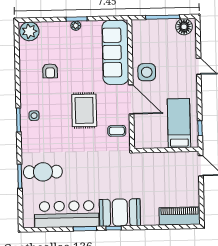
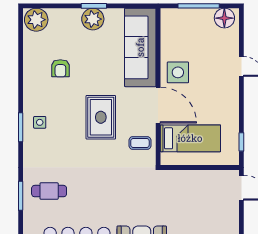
plant: (76, 26) -> (93, 19), width x1.87, depth x1.87
bed: (179, 123) -> (190, 138), moved, turned 90
cafe table: (43, 172) -> (49, 191), width x0.73, depth x0.74

